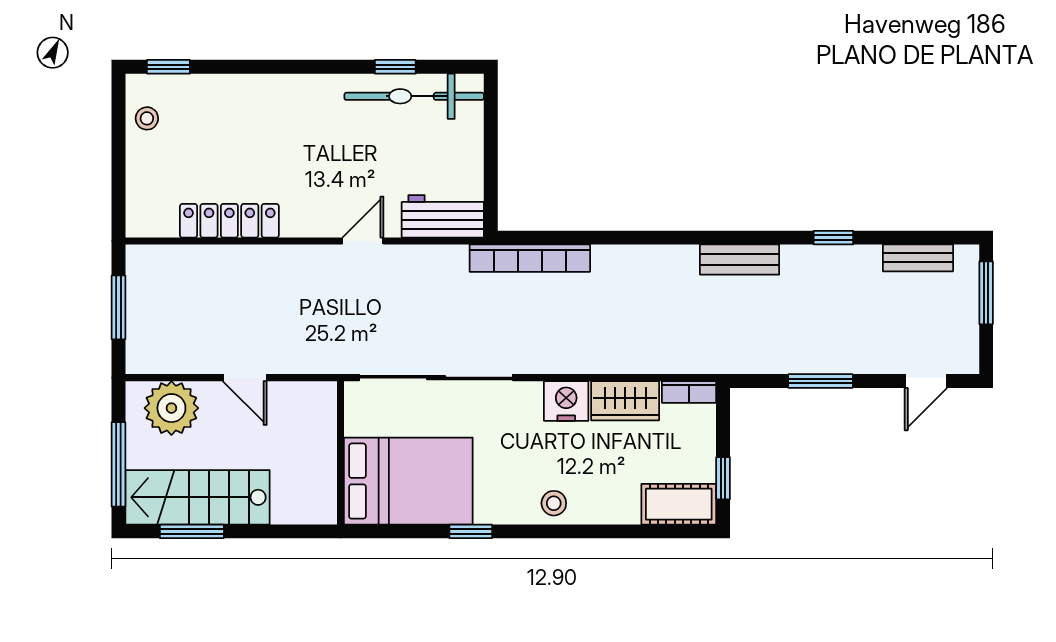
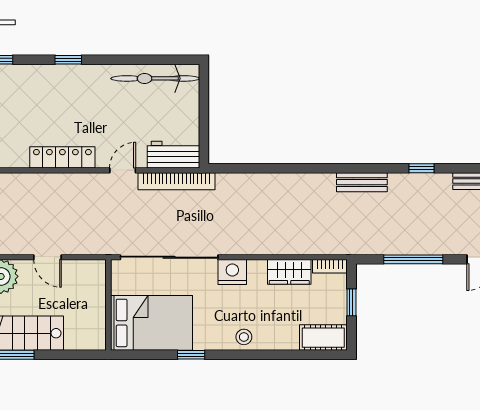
window: (395, 67) -> (68, 60), moved
locker: (229, 221) -> (62, 157), moved
bookcase: (530, 258) -> (177, 181), moved
window: (820, 381) -> (413, 259), width x1.44
nightstand: (566, 401) -> (232, 272), moved
window: (723, 478) -> (351, 302), moved

